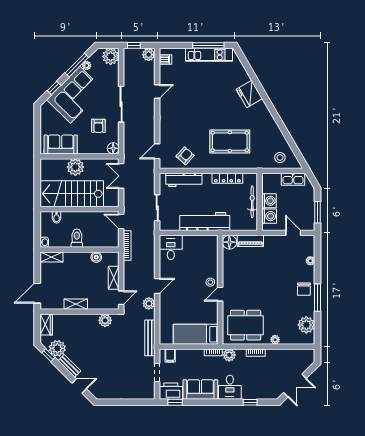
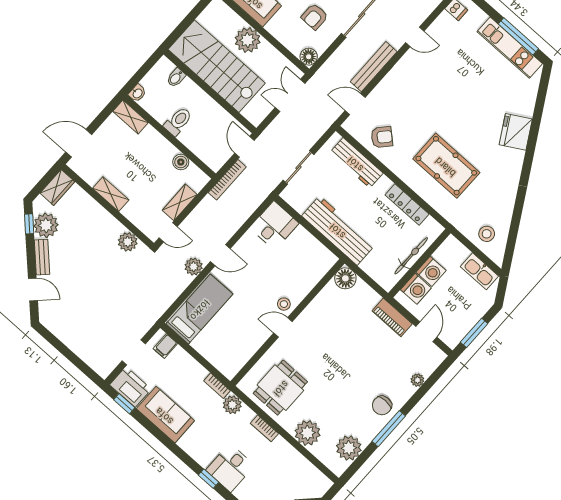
piano: (250, 241) -> (392, 317), moved
dining table: (246, 325) -> (280, 388), width x0.73
bed: (196, 334) -> (199, 309), moved, turned 90
bench: (150, 338) -> (374, 67), moved
plant: (275, 340) -> (307, 433), width x1.88, depth x1.88
desk: (230, 387) -> (230, 468), moved

